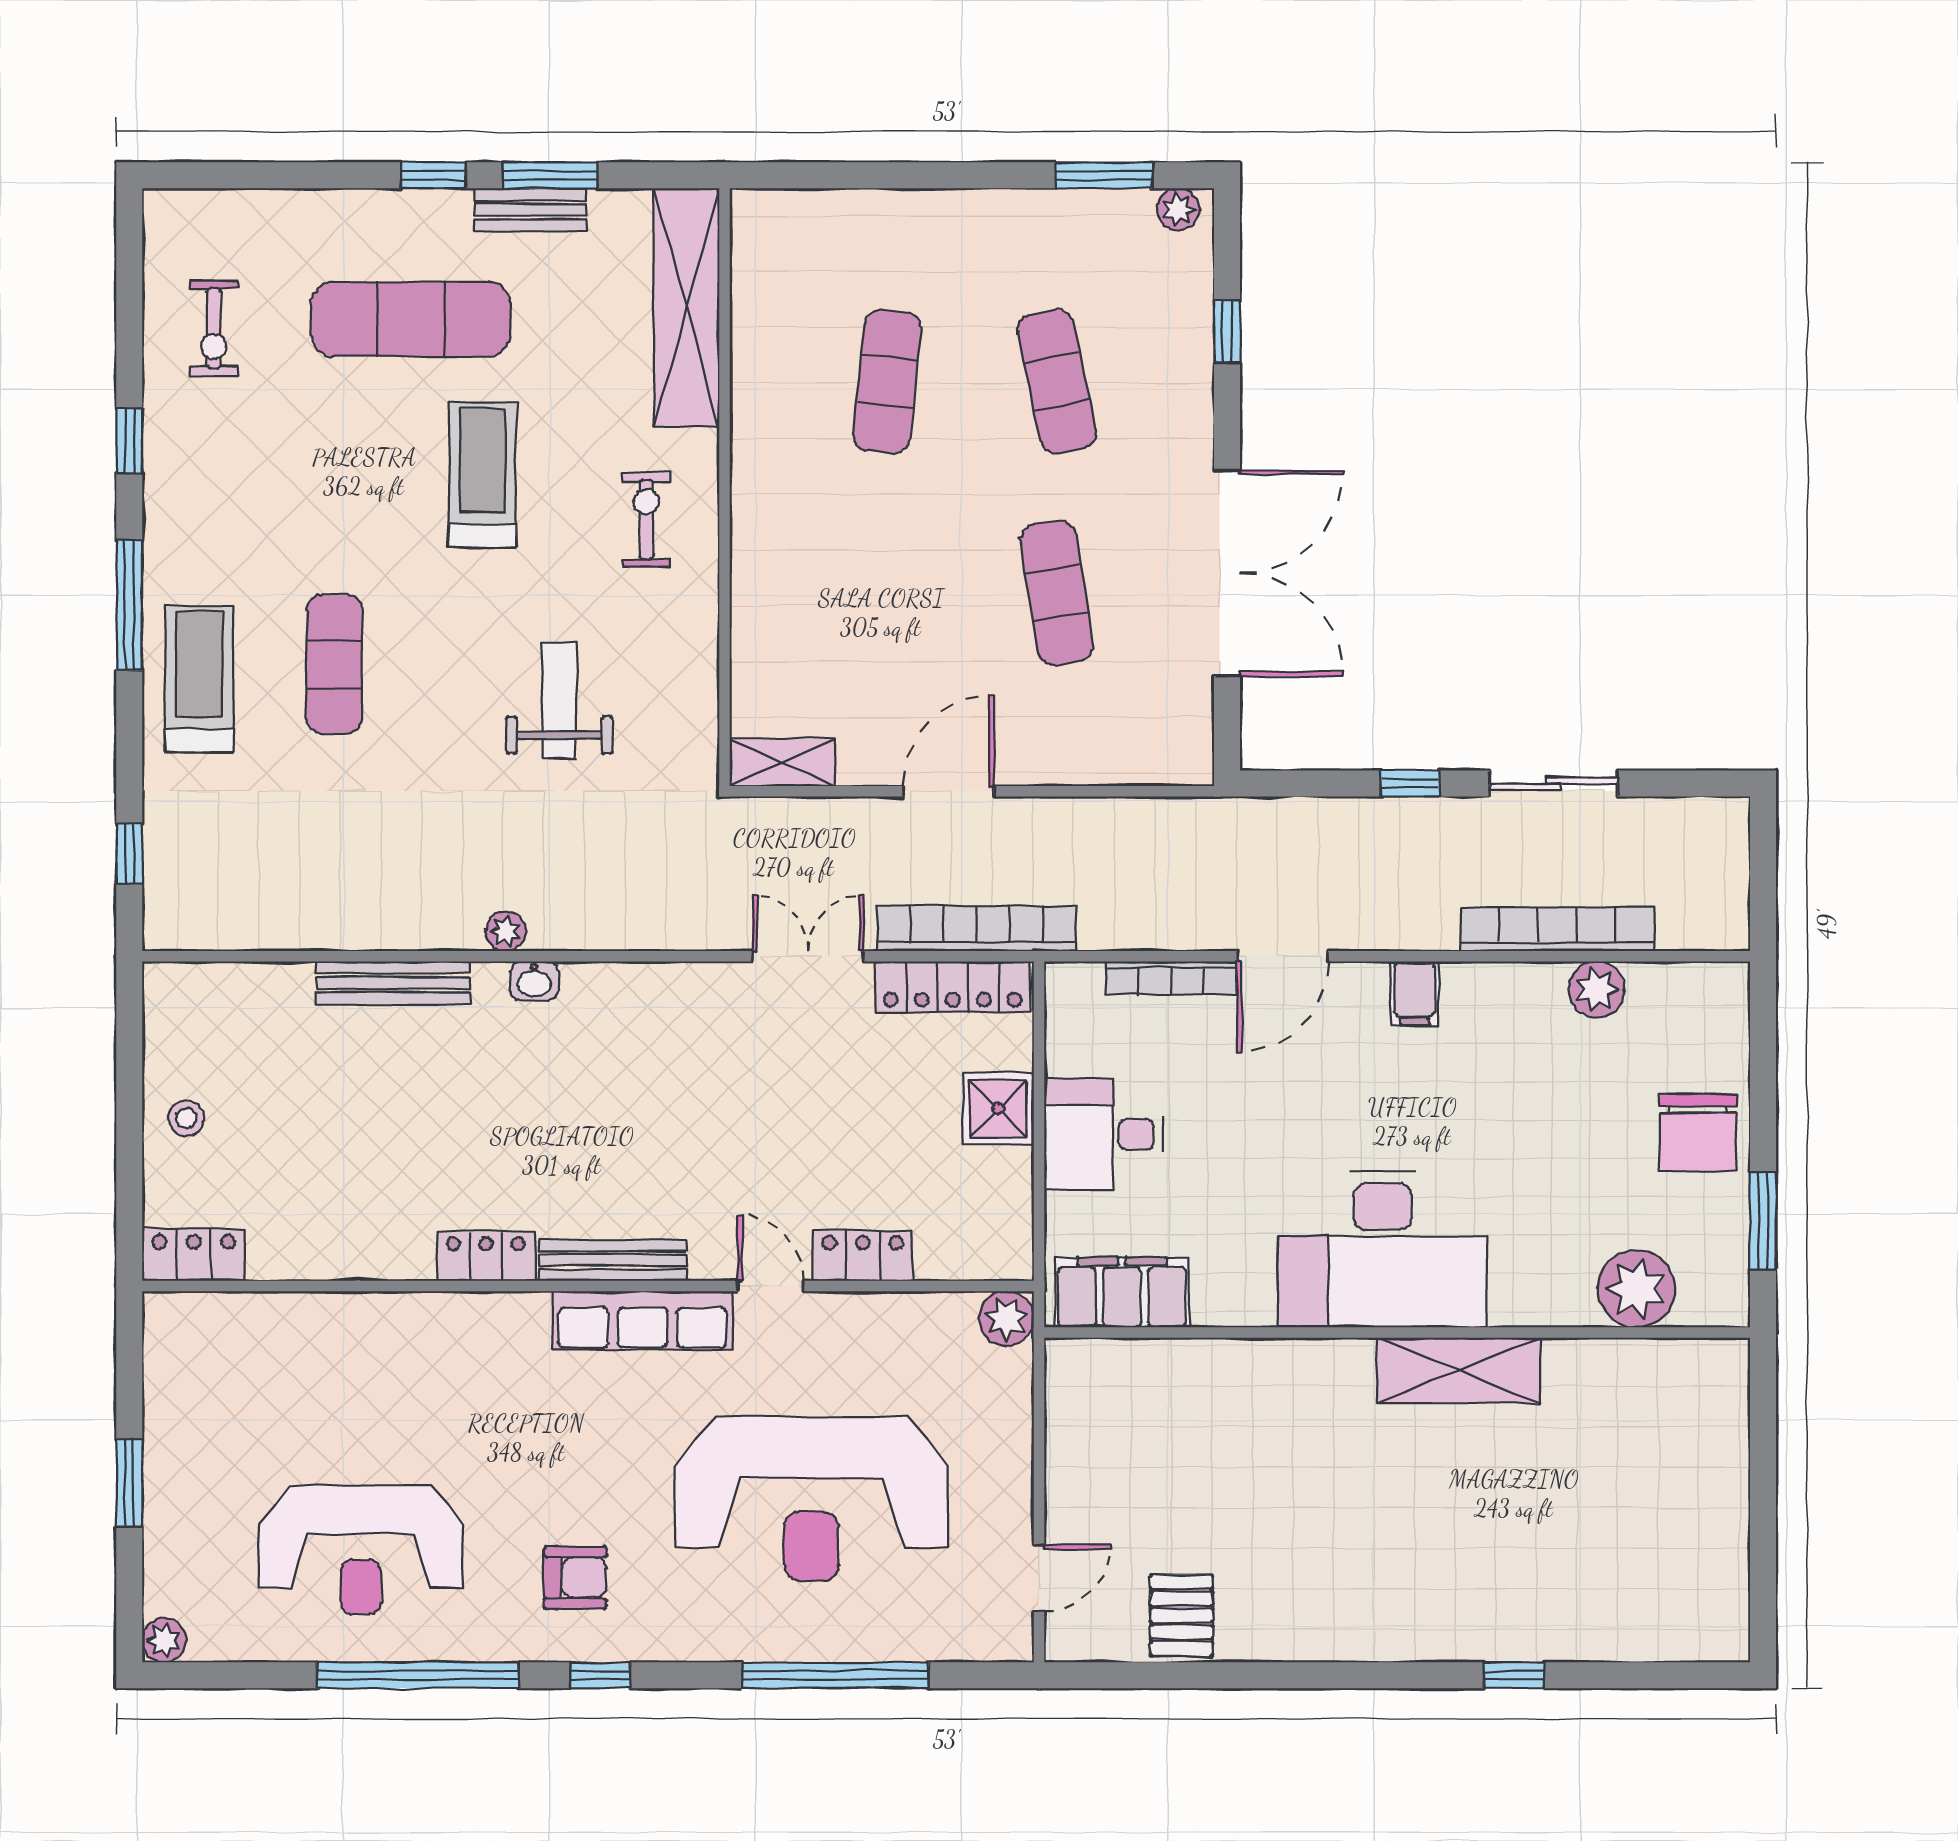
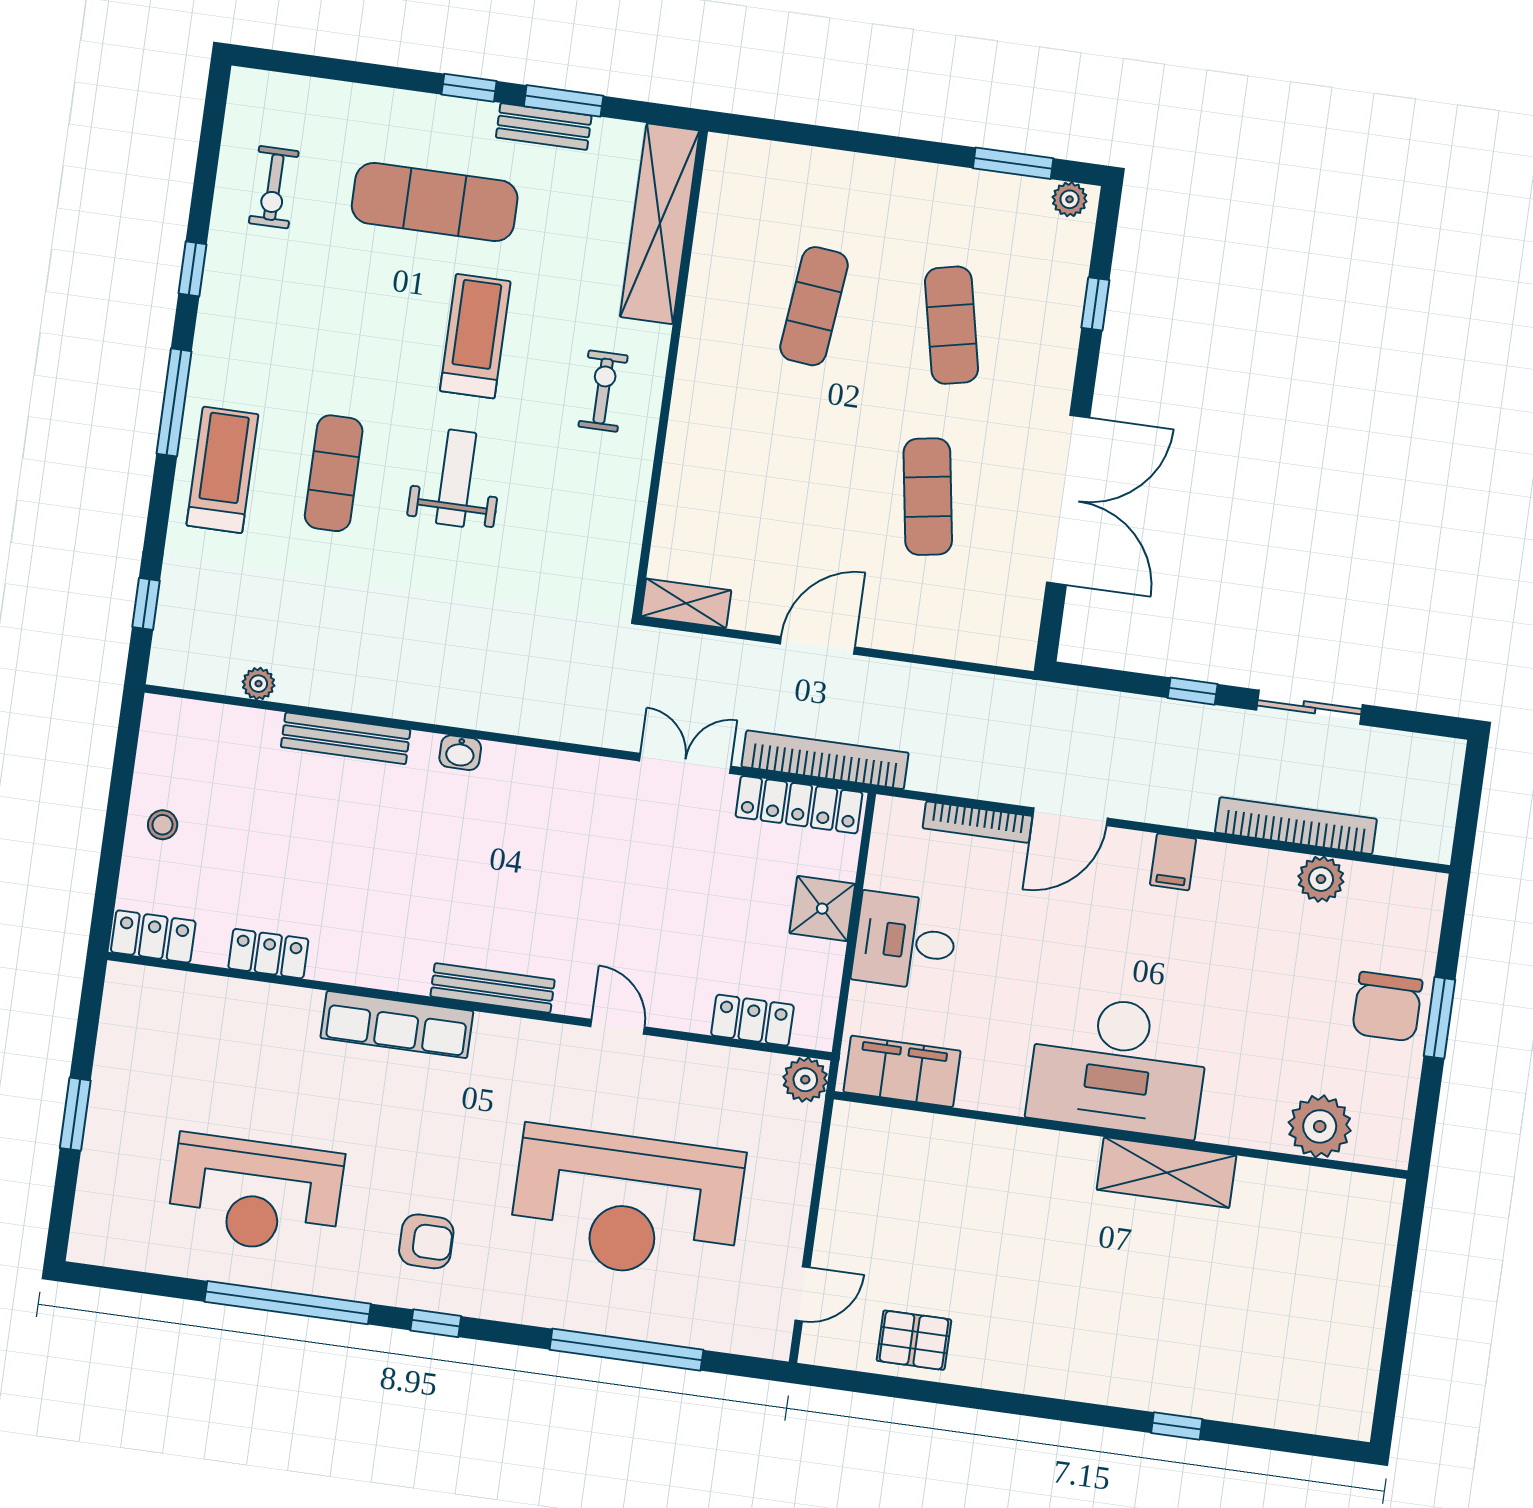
weight bench: (559, 700) -> (456, 478), moved
plant: (506, 931) -> (259, 684), moved
window: (1763, 1221) -> (1439, 1018), moved
locker: (863, 1255) -> (752, 1020), moved
locker: (486, 1256) -> (268, 954), moved
row of seats: (643, 1320) -> (397, 1025), moved
pallet: (1182, 1615) -> (914, 1340), turned 90
plant: (164, 1640) -> (86, 1246), removed

